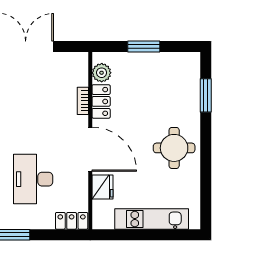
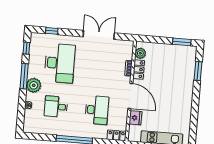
window: (144, 46) -> (182, 42), moved
round table: (174, 148) -> (178, 99), removed
desk: (33, 179) -> (97, 110), turned 180

